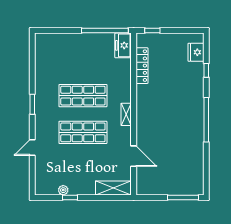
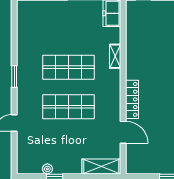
locker: (142, 66) -> (132, 99), moved
shelving: (126, 114) -> (115, 56), moved

